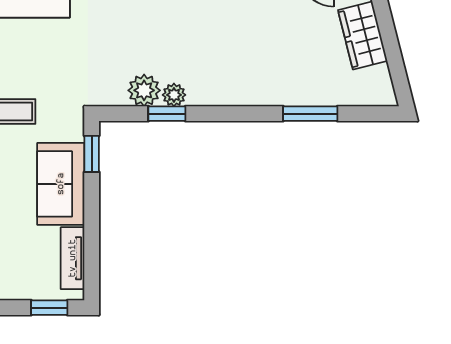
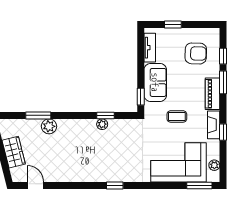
plant: (144, 90) -> (49, 126), moved
window: (49, 308) -> (173, 24), moved

